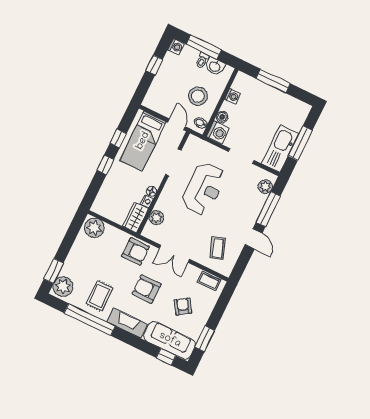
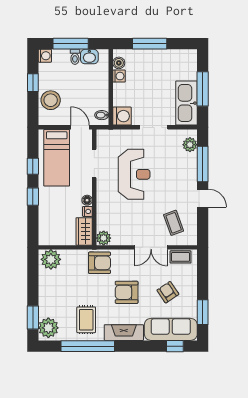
stool: (198, 96) -> (51, 100), moved
boiler: (222, 117) -> (119, 63), moved
plant: (156, 218) -> (104, 238), moved
double door: (174, 254) -> (151, 247), moved

